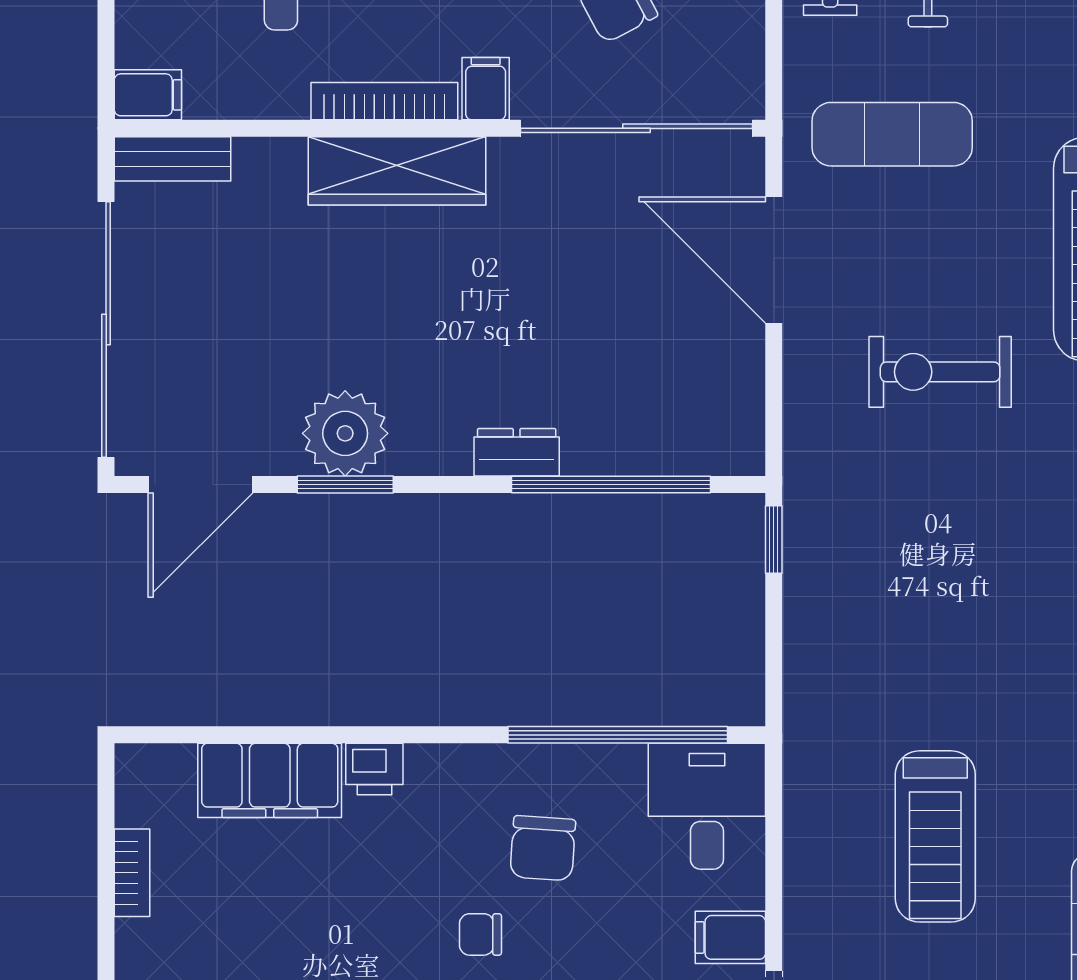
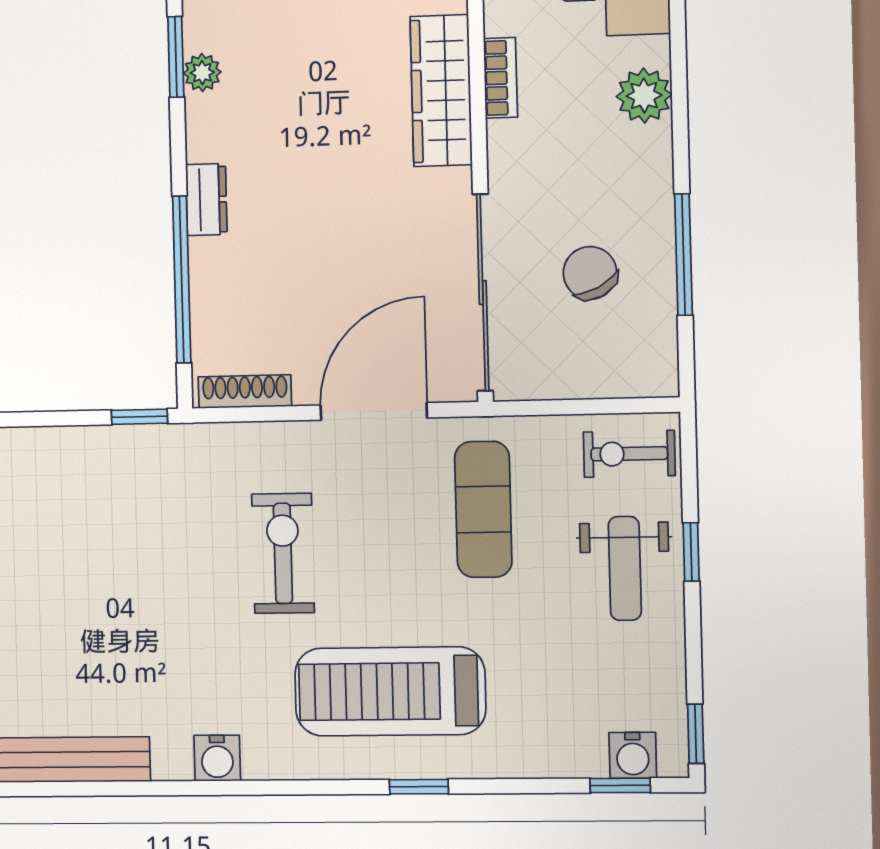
filing cabinet: (486, 89) -> (513, 163), removed
bookcase: (384, 101) -> (500, 78), width x0.64
shoe rack: (747, 412) -> (245, 392), added
plant: (345, 433) -> (202, 73), width x0.53, depth x0.53

